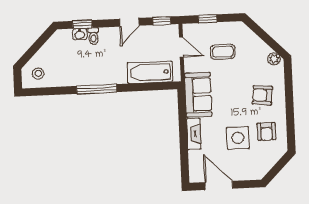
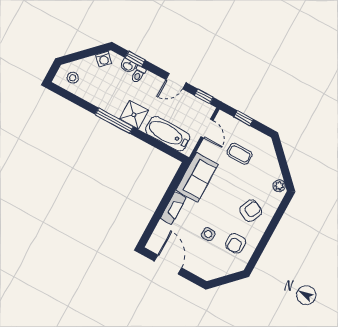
washing machine: (55, 41) -> (104, 59), added
shower: (111, 73) -> (134, 115), added
armchair: (262, 95) -> (251, 211), turned 109
side table: (238, 138) -> (208, 234), width x0.54, depth x0.54

